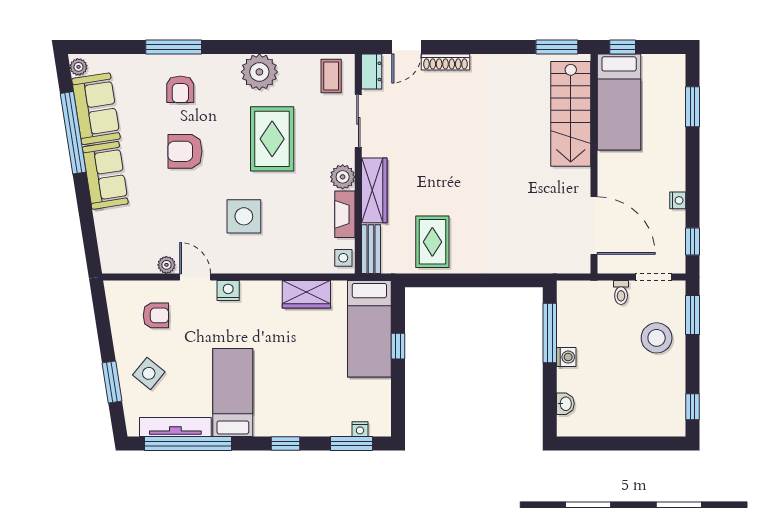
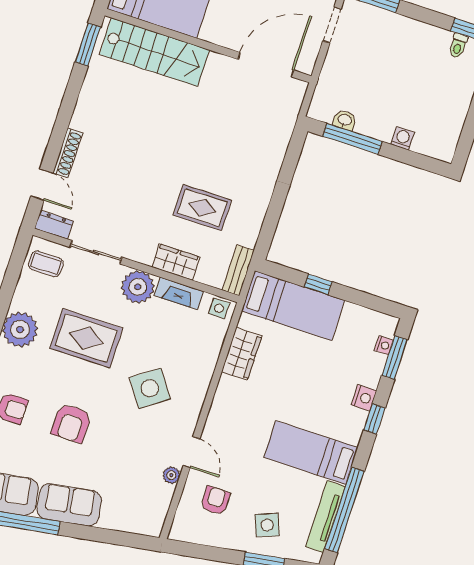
plant: (343, 177) -> (138, 287), width x1.36, depth x1.36
wardrobe: (374, 190) -> (176, 262), width x0.67
side table: (244, 216) -> (150, 388), turned -35
rug: (432, 242) -> (202, 208), moved
bench: (371, 249) -> (238, 270), moved, turned 90
door: (195, 277) -> (191, 452), swing flipped
nightstand: (228, 291) -> (364, 398), moved, turned 180
toilet: (621, 292) -> (458, 46), moved, turned 90
stool: (657, 338) -> (390, 41), removed
washing machine: (566, 357) -> (403, 138), moved
side table: (149, 373) -> (267, 525), turned 30
washbasin: (565, 404) -> (345, 120), moved

